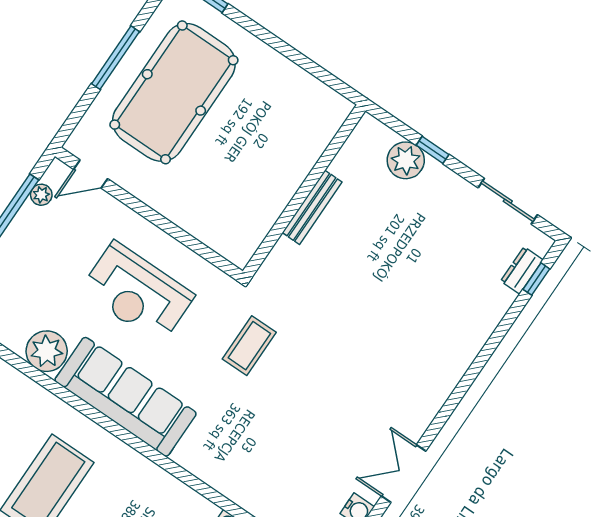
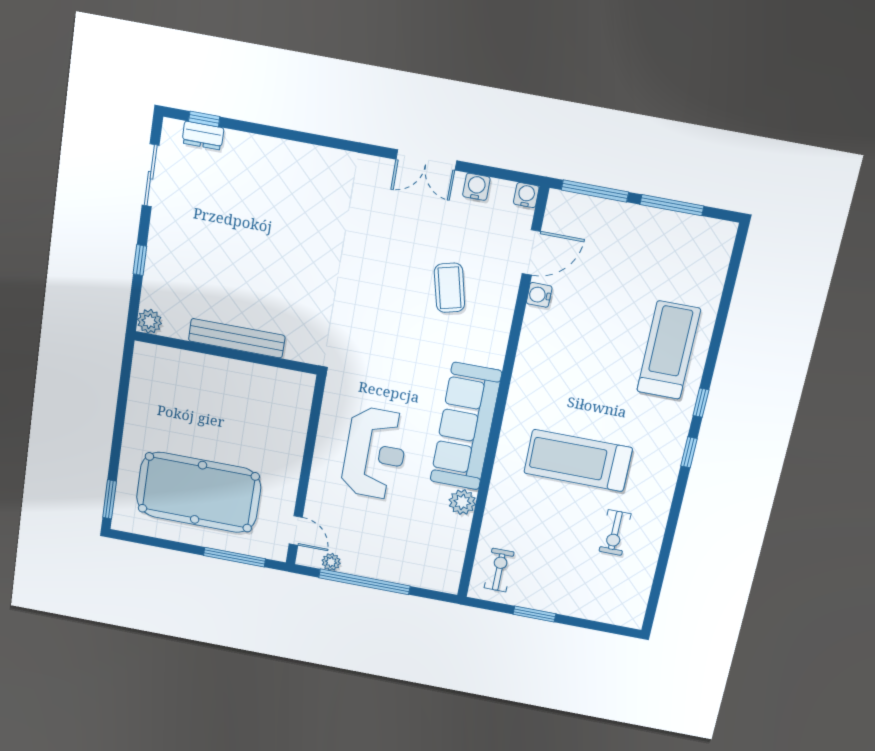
window: (116, 58) -> (234, 557), moved
plant: (406, 160) -> (149, 321), moved, width x0.73, depth x0.73
bench: (312, 207) -> (237, 338), width x1.37, depth x1.21
coffee table: (249, 346) -> (450, 288), moved, turned 76
plant: (47, 351) -> (462, 502), width x0.73, depth x0.73

